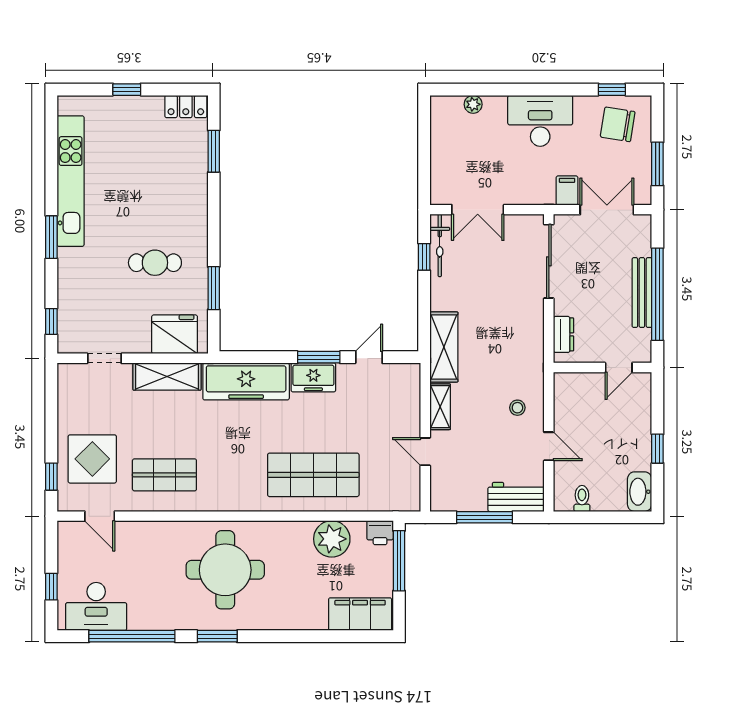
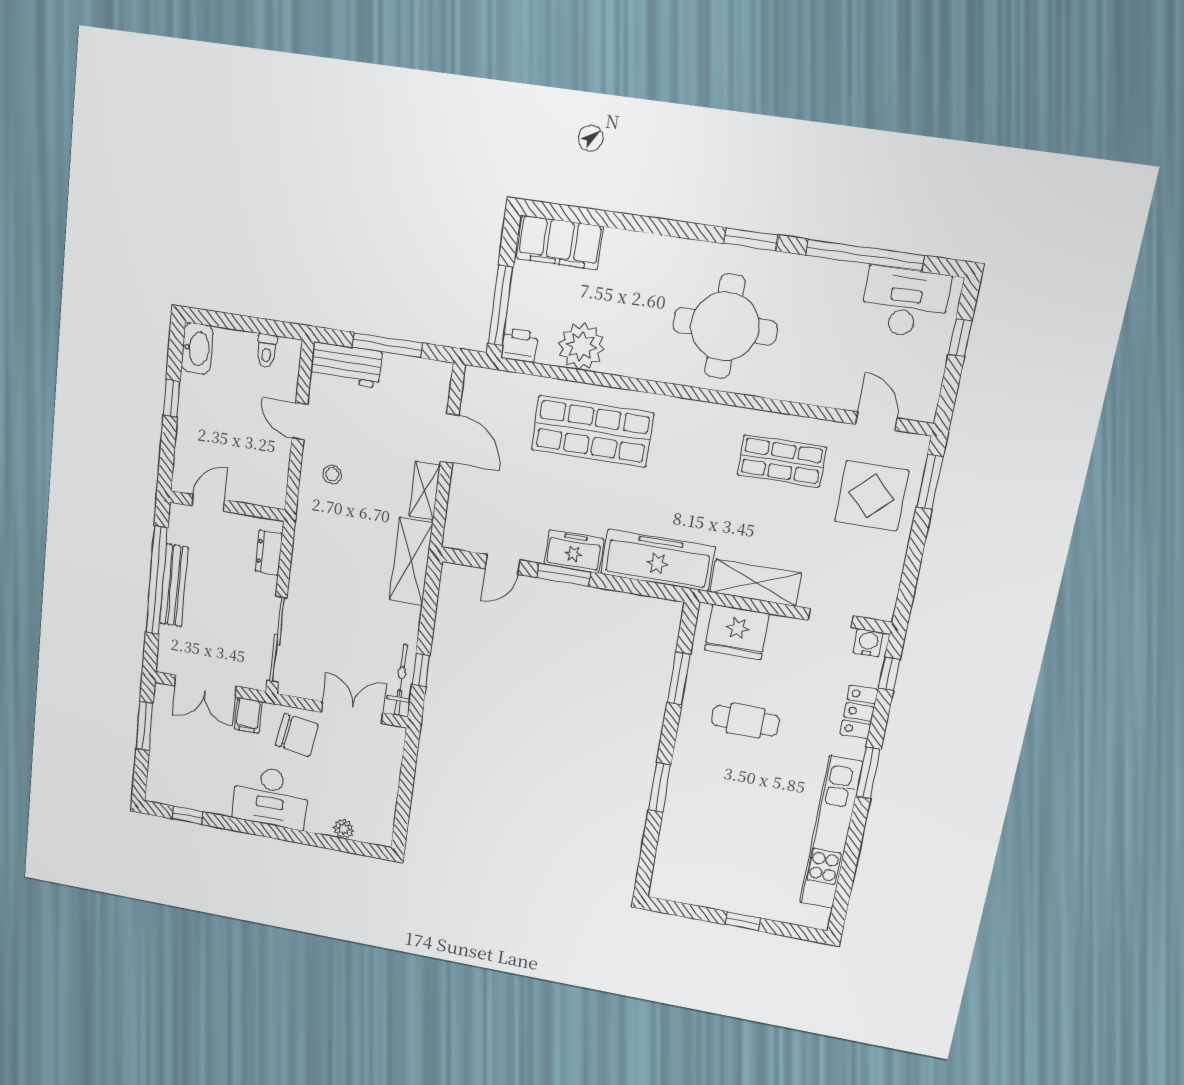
locker: (186, 106) -> (859, 712), moved, turned -90
chair: (618, 124) -> (297, 735), moved
window: (214, 151) -> (660, 788), moved
water cooler: (72, 344) -> (868, 643), added
door: (425, 452) -> (450, 439), width x1.37
window: (51, 477) -> (930, 482), width x1.50

